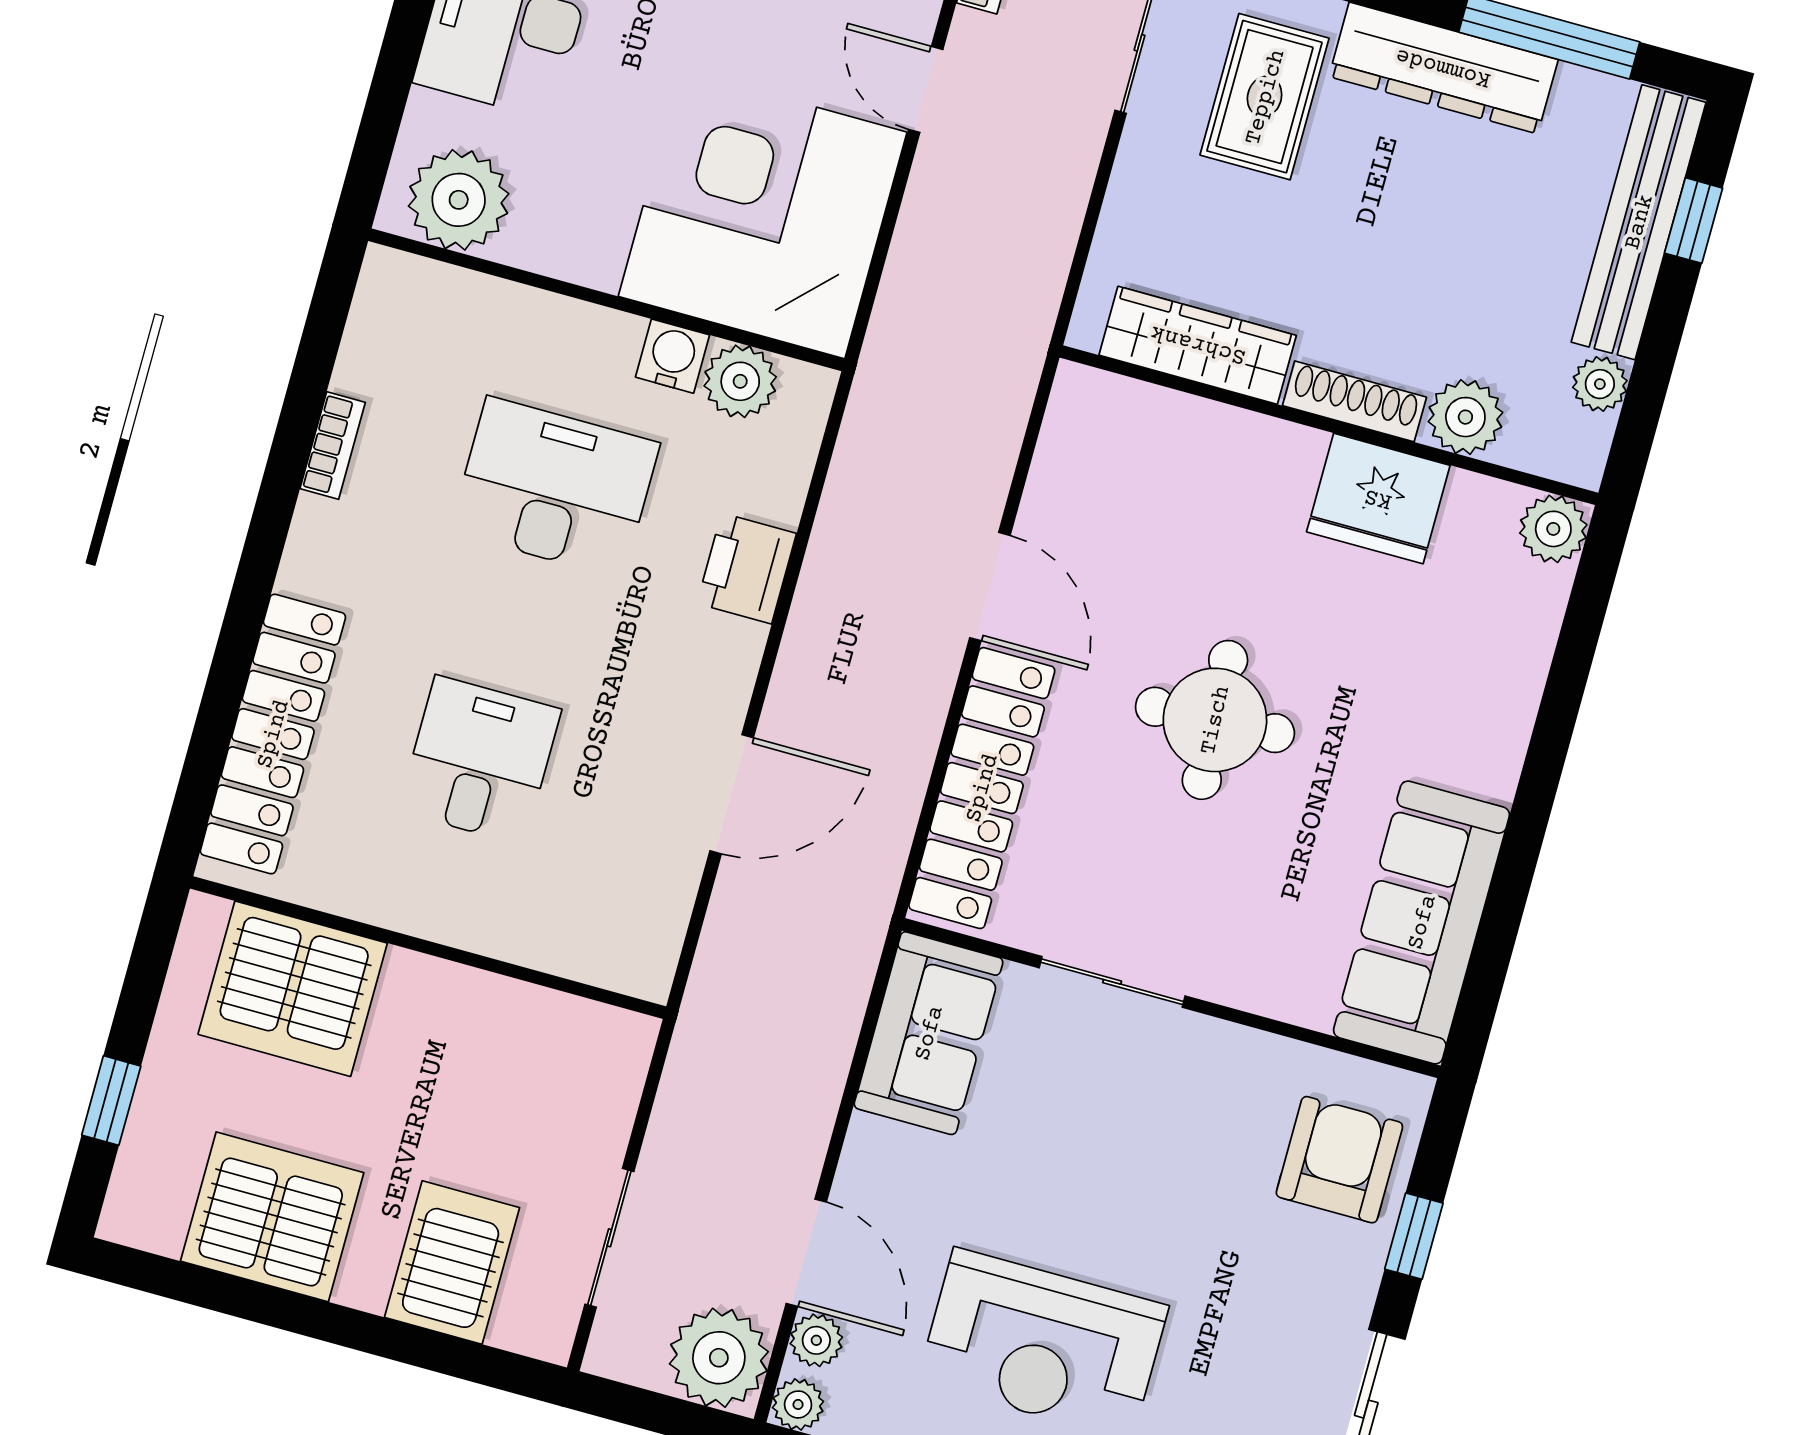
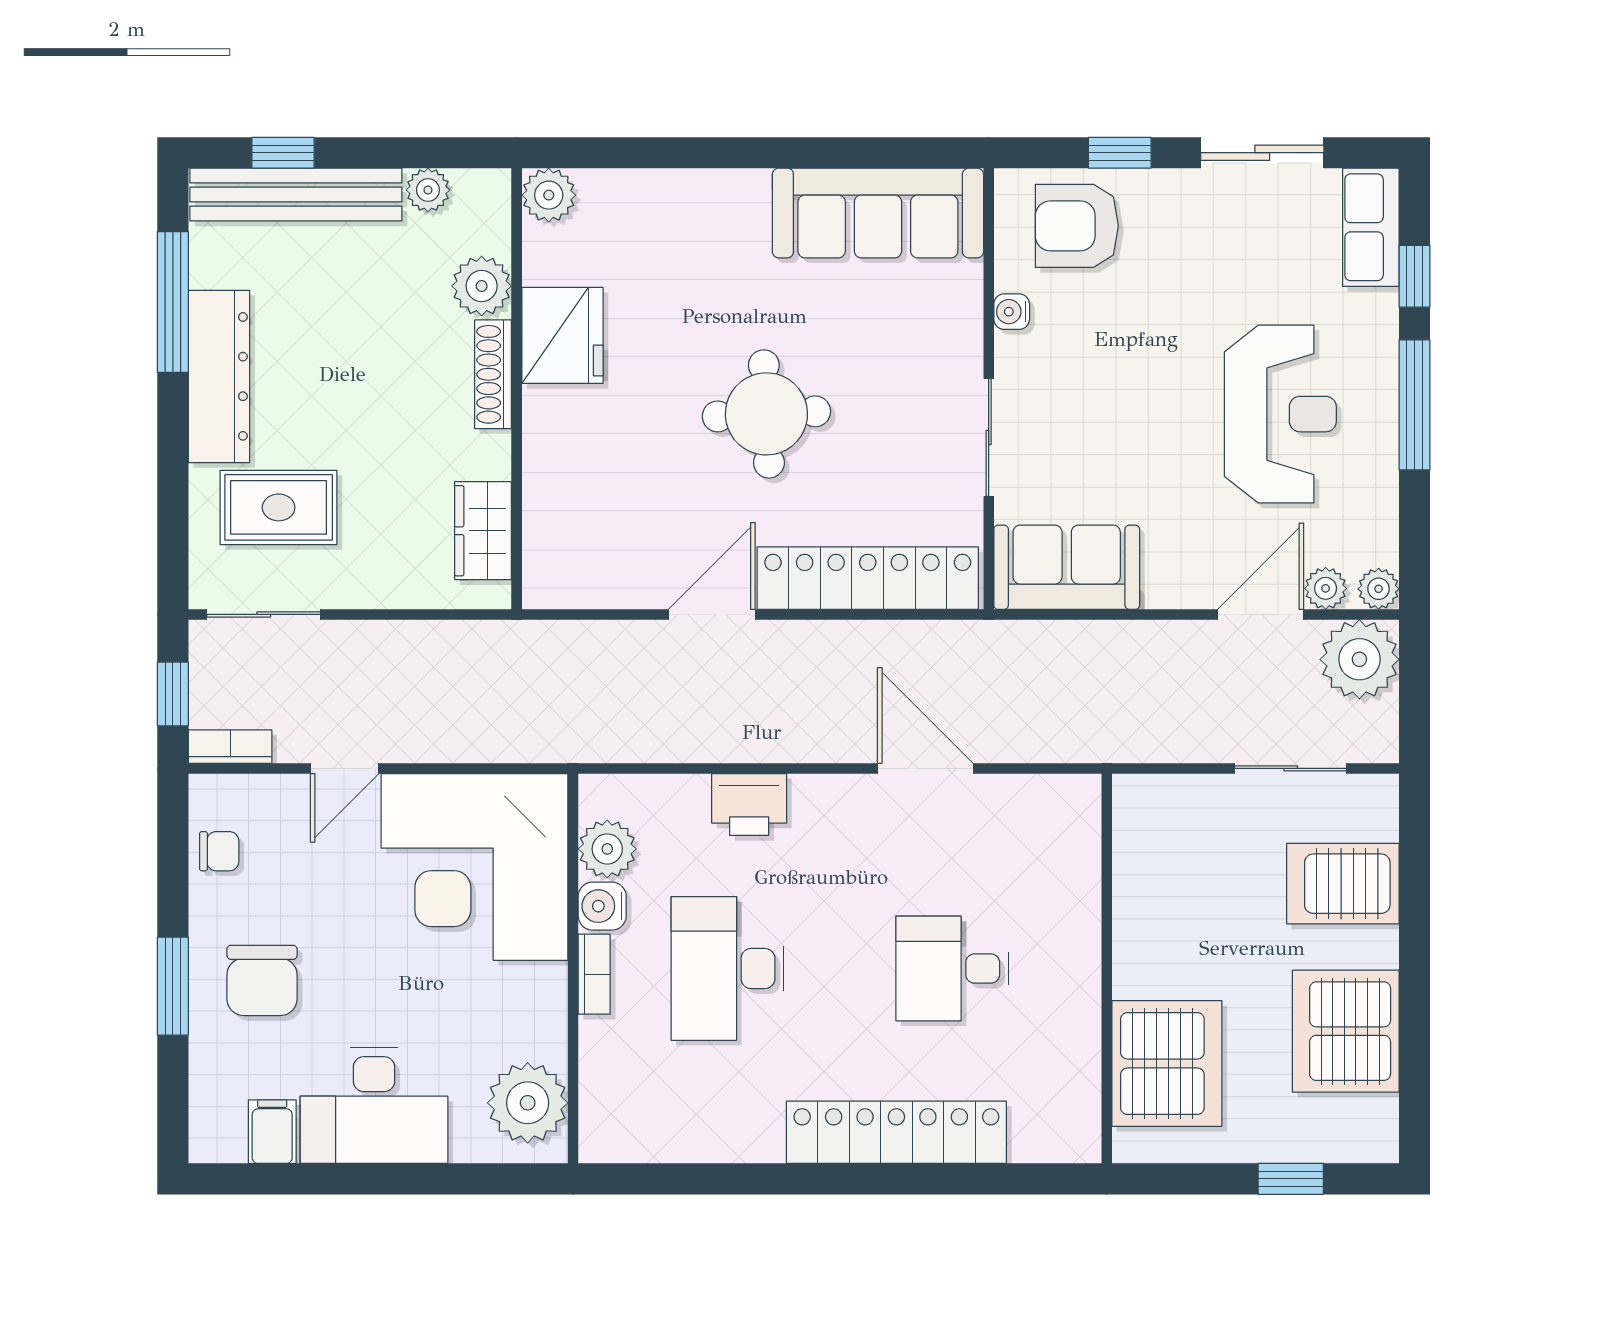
wardrobe: (1198, 345) -> (483, 531), width x0.67
bookcase: (333, 446) -> (594, 974), moved, turned 90
locker: (273, 734) -> (896, 1132), moved
water cooler: (1257, 1052) -> (1012, 312), added

